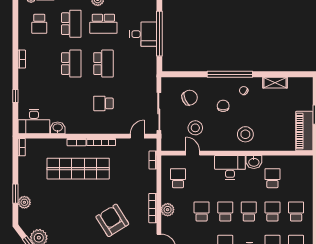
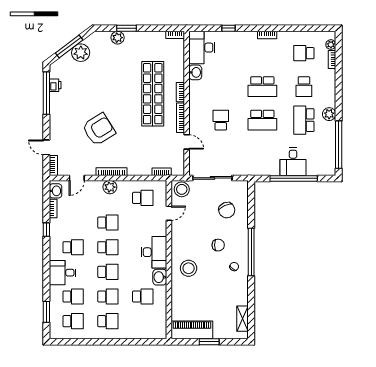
school desk: (71, 24) -> (304, 87), width x0.54
shelving: (275, 83) -> (242, 319), moved
stool: (195, 128) -> (182, 189), moved
door: (137, 136) -> (187, 142), moved

